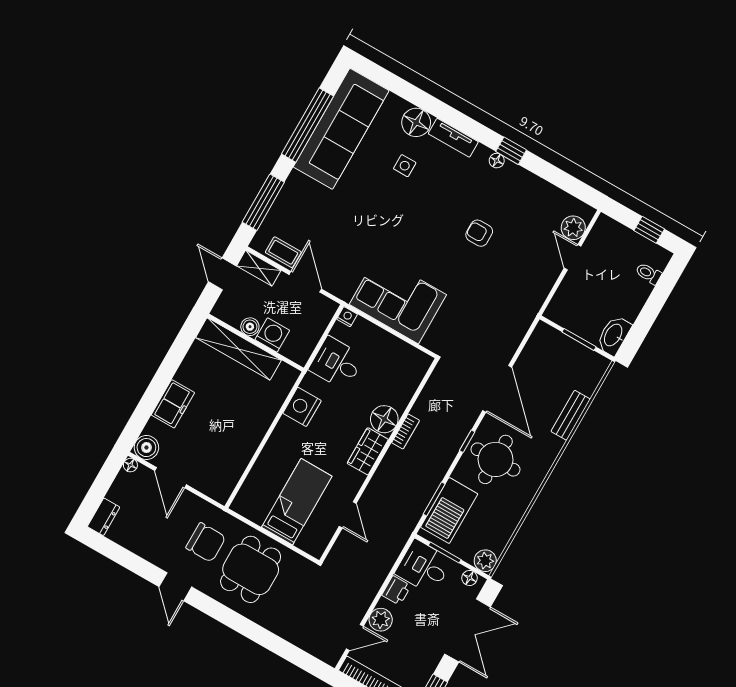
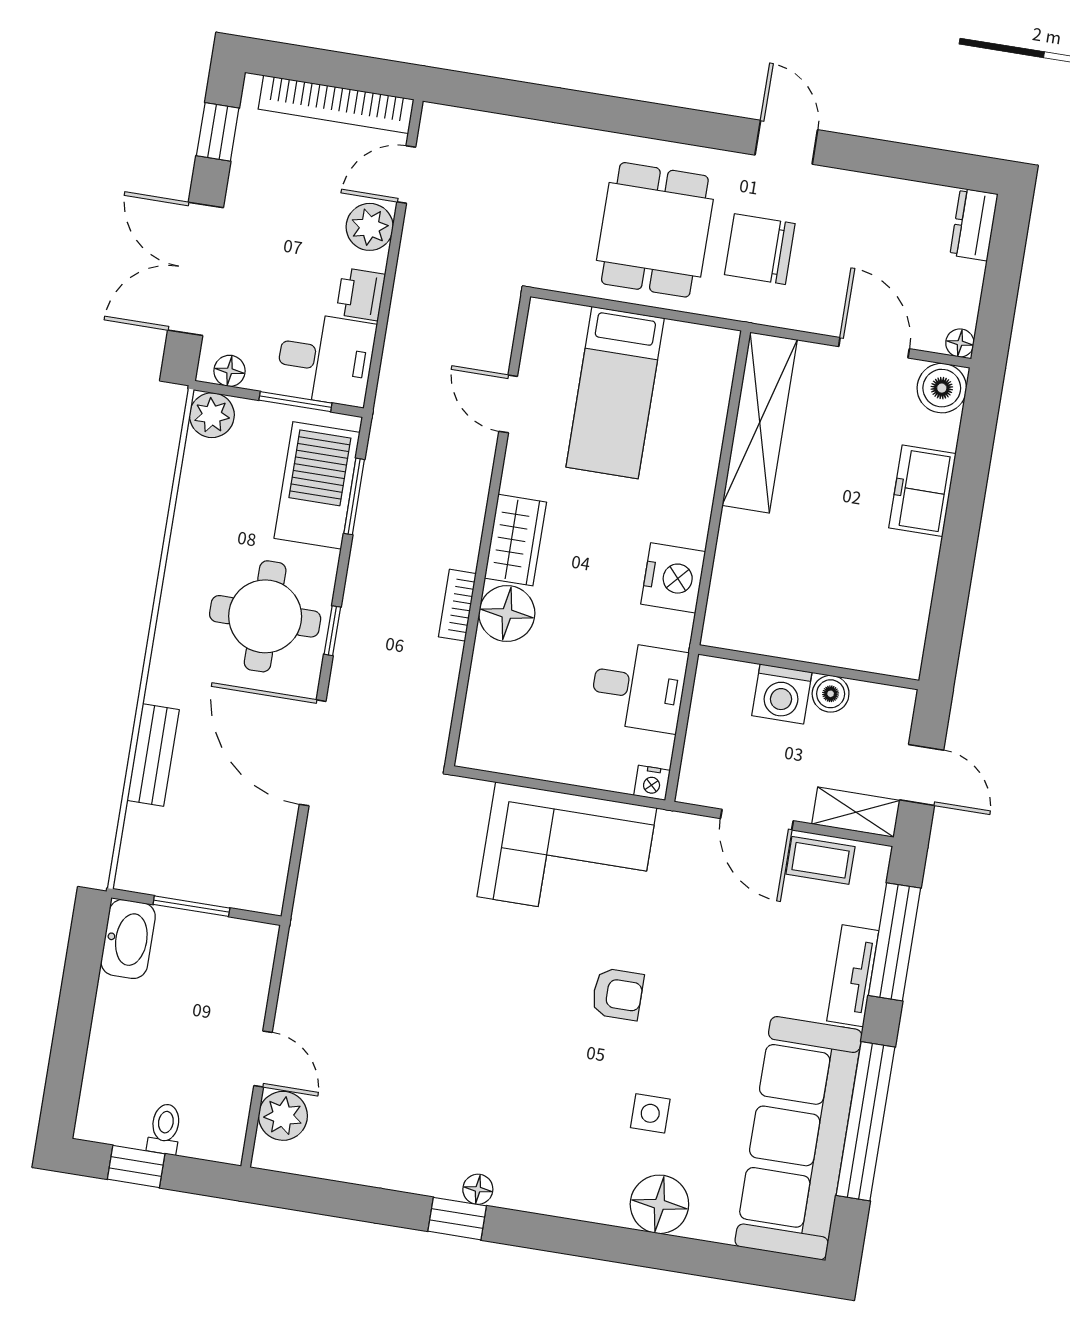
tv unit: (453, 138) -> (853, 976), moved, turned -90
armchair: (479, 233) -> (618, 994), moved
toilet: (648, 274) -> (165, 1129), moved, turned -90
shelving: (238, 349) -> (760, 422), moved, turned 90

